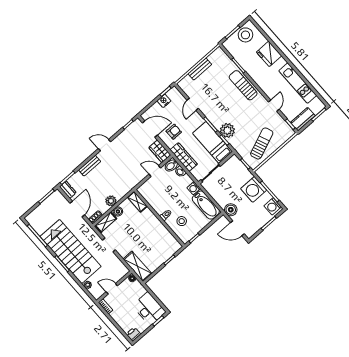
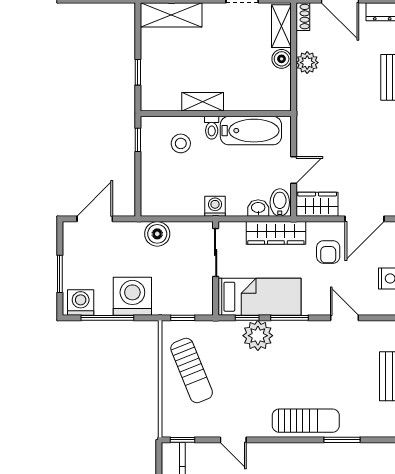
shelving: (137, 202) -> (203, 102), moved
bathtub: (206, 205) -> (251, 131), moved, turned 180
boiler: (231, 210) -> (157, 234), moved

